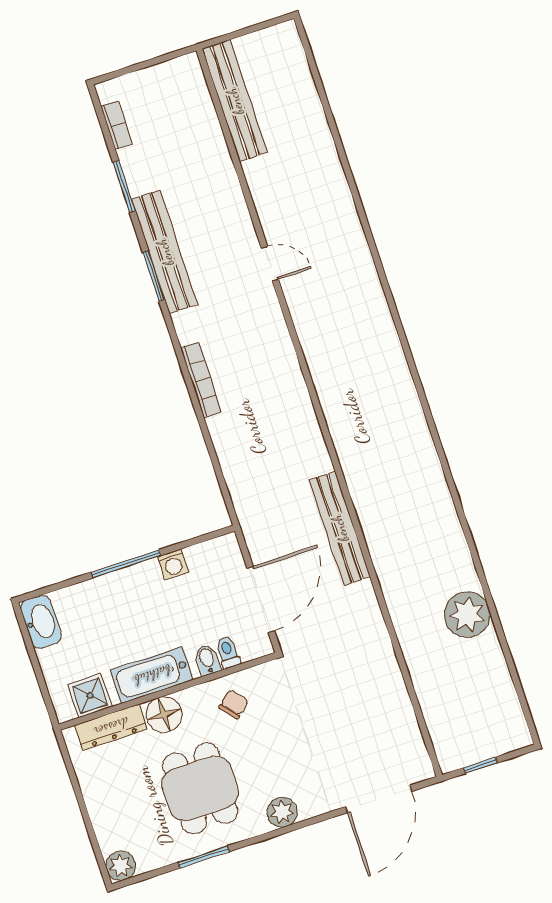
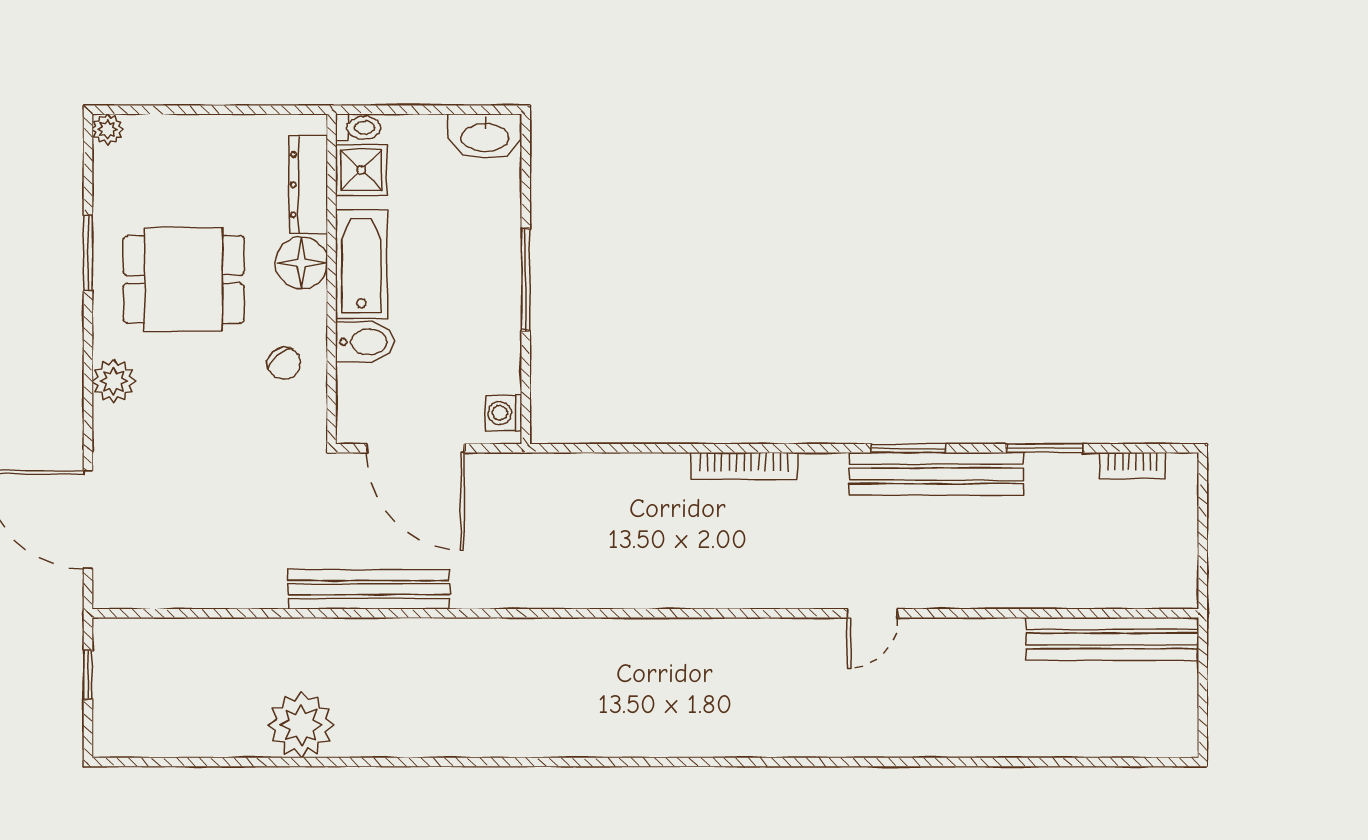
bench: (340, 528) -> (369, 589), moved
washing machine: (173, 564) -> (503, 413), moved
toilet: (228, 652) -> (358, 128), moved
bidet: (207, 660) -> (365, 342), width x1.38, depth x1.36
plant: (121, 866) -> (108, 129), width x0.73, depth x0.73

